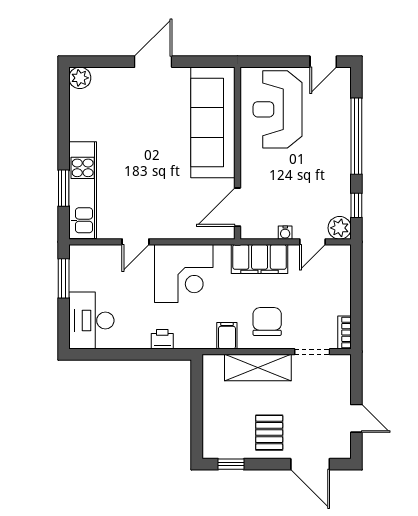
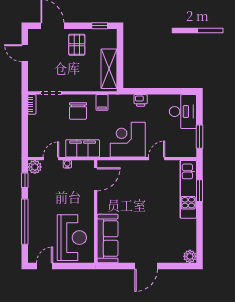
sofa: (213, 122) -> (108, 239), width x0.74, depth x0.79
shelving: (258, 367) -> (109, 69), moved, turned 90

